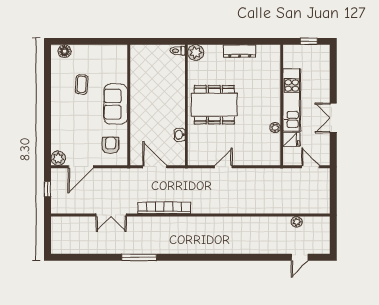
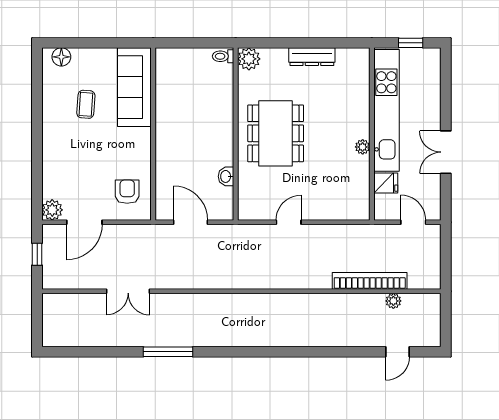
kitchen unit: (292, 100) -> (386, 110), width x1.36
sofa: (116, 104) -> (134, 87), moved, width x1.36
dining table: (214, 105) -> (276, 133), turned 90
plant: (275, 128) -> (363, 147), moved
bookcase: (164, 208) -> (370, 281), moved

